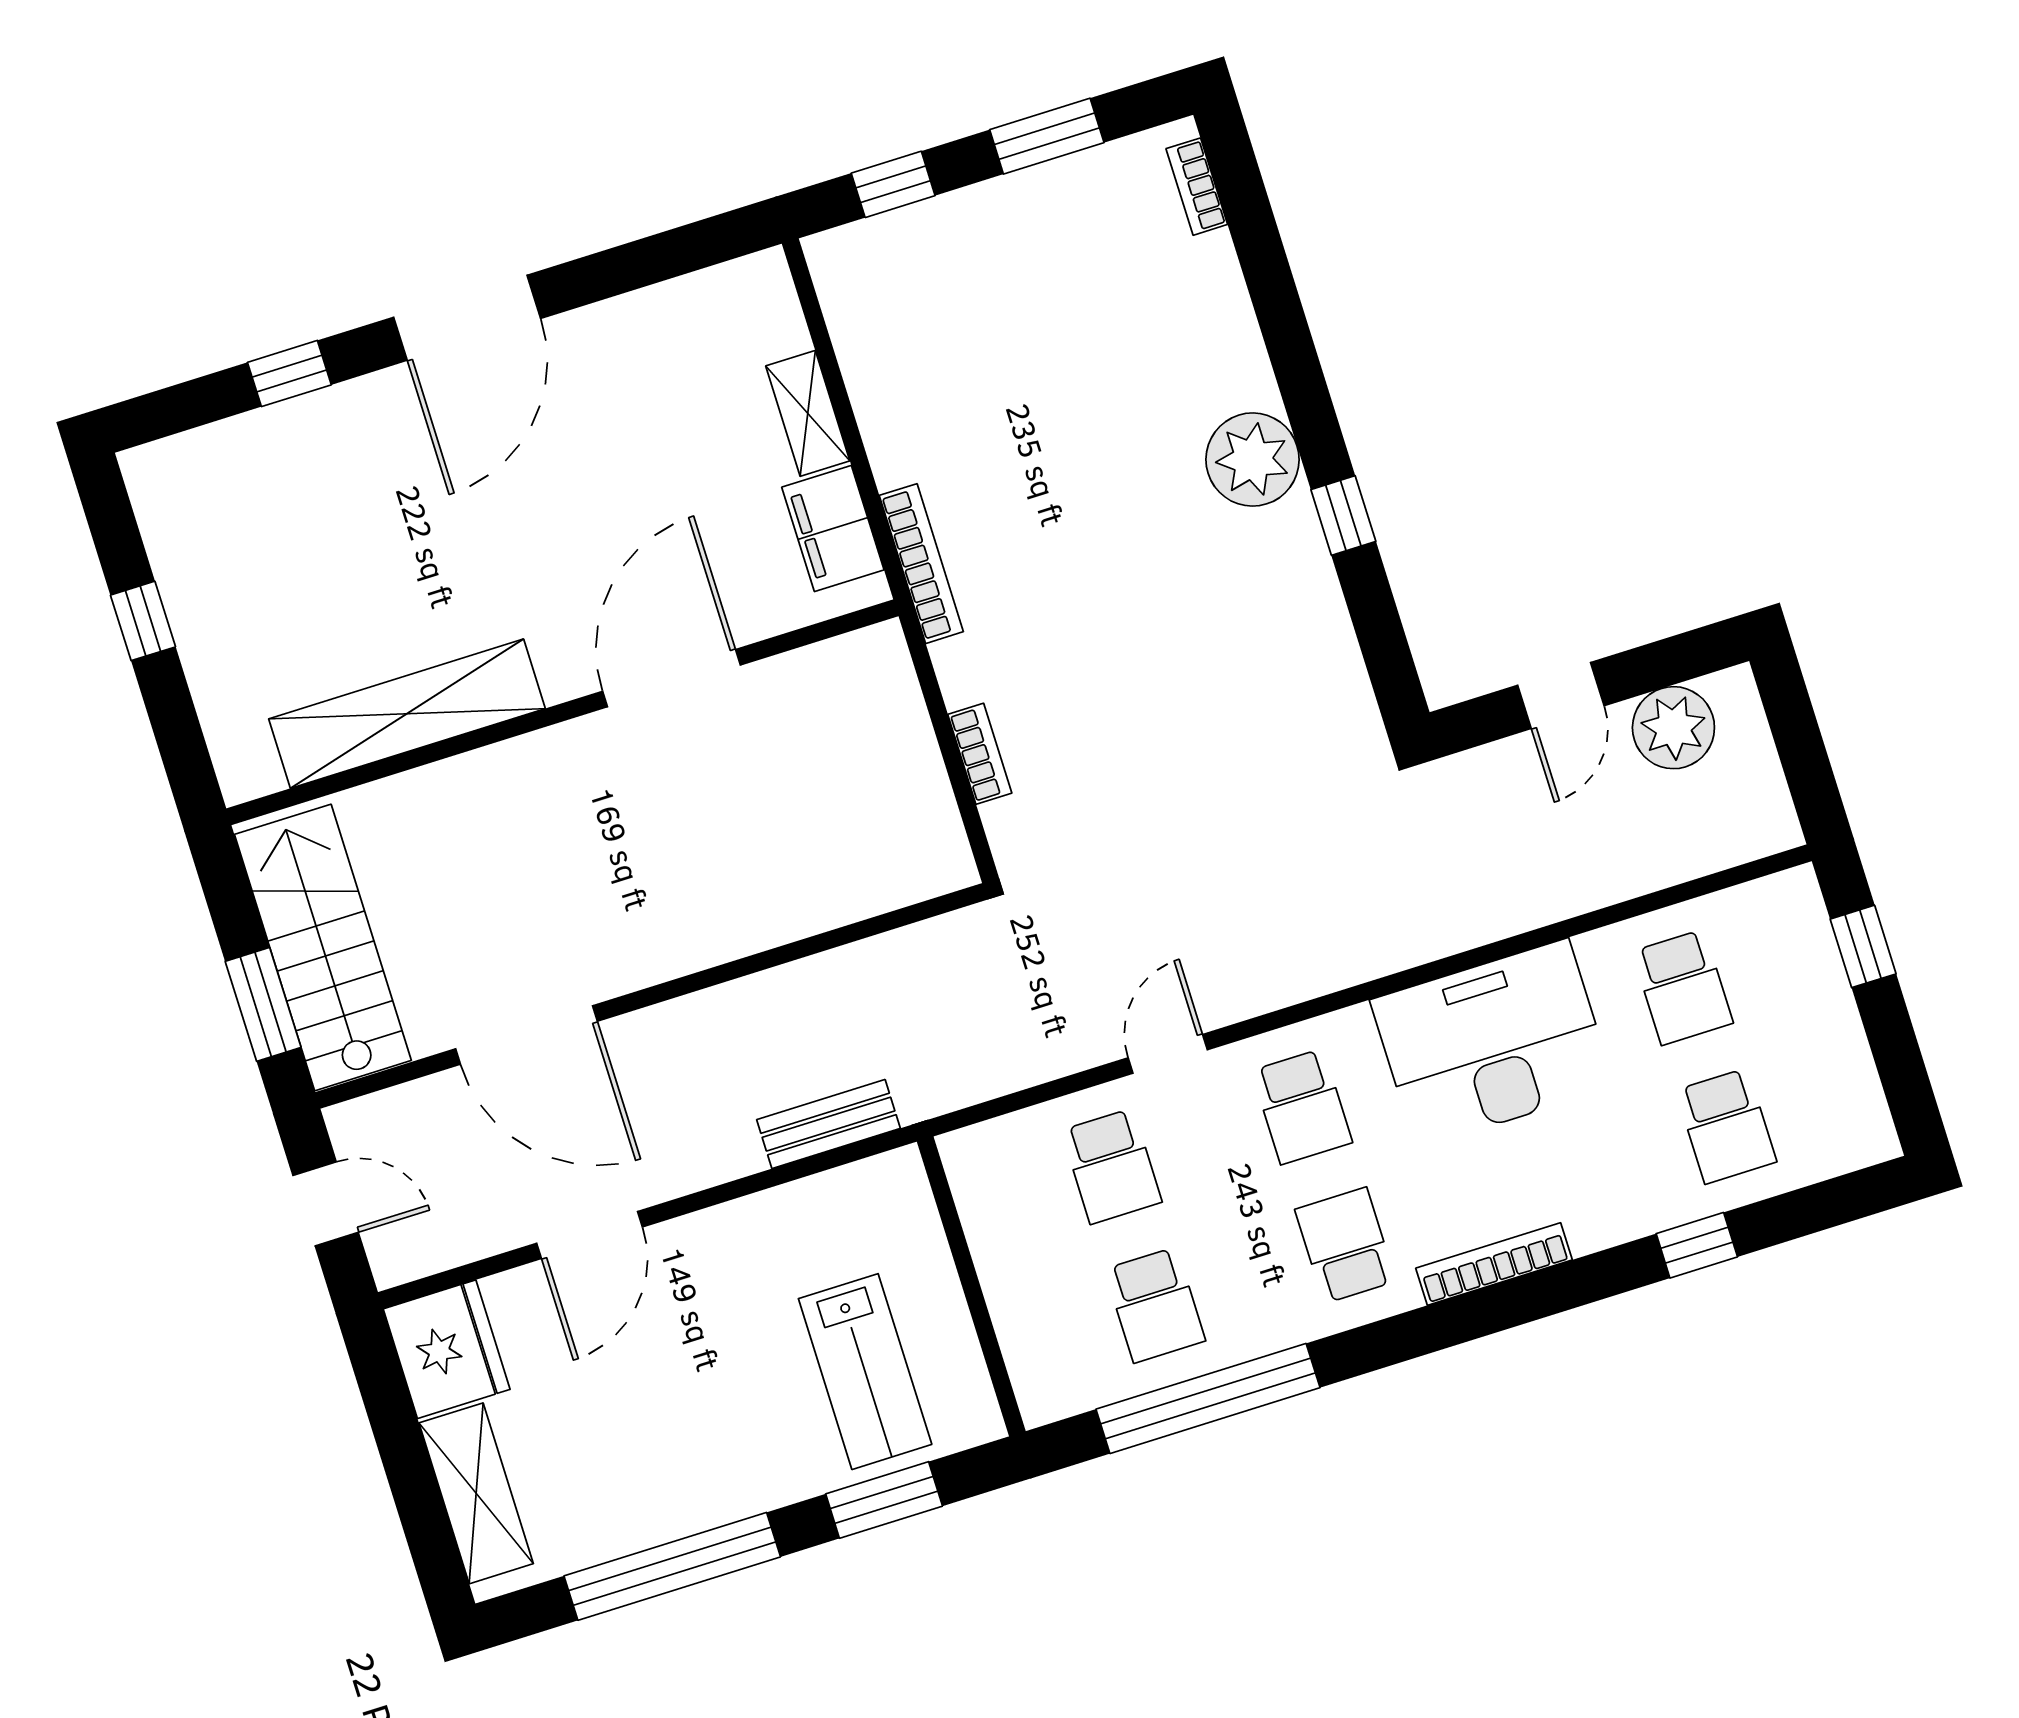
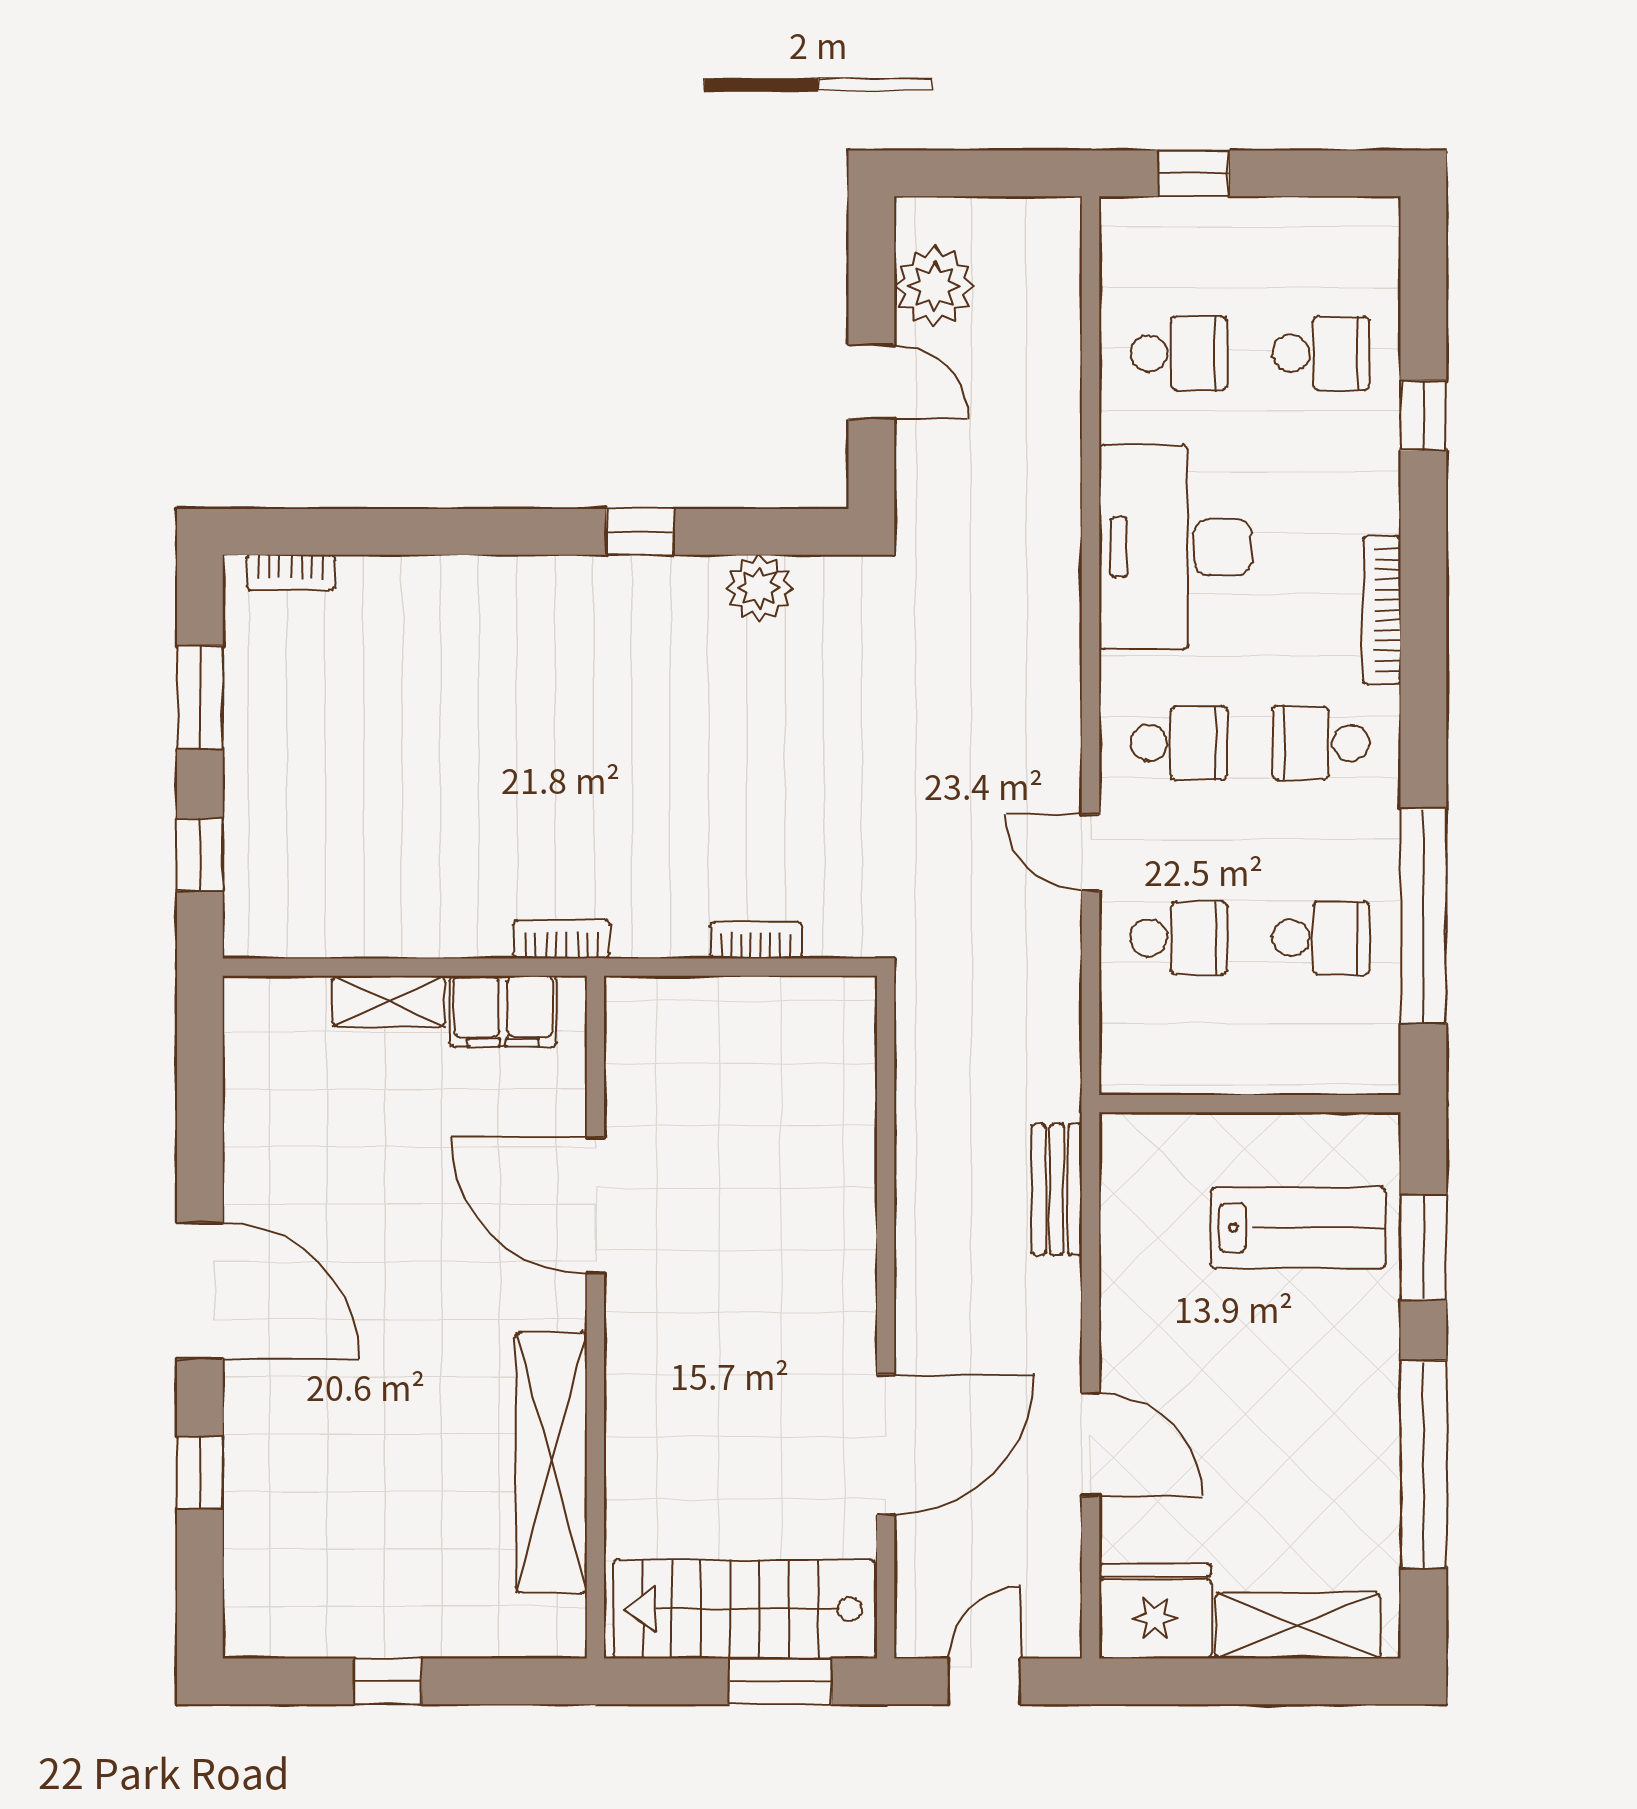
plant: (1253, 460) -> (759, 588), moved, width x0.73, depth x0.73
bookcase: (921, 564) -> (562, 939), width x0.64

